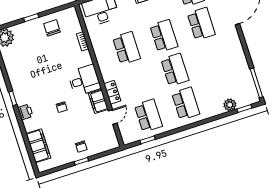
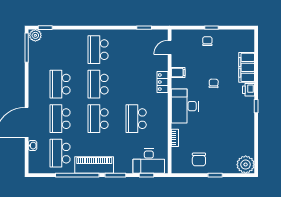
desk: (84, 80) -> (185, 106), width x1.37
filing cabinet: (98, 101) -> (178, 73), width x0.50
plant: (230, 105) -> (35, 35), moved
school desk: (148, 116) -> (60, 84), moved
door: (113, 117) -> (170, 47), moved
filing cabinet: (38, 146) -> (247, 67), moved

